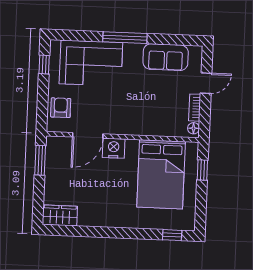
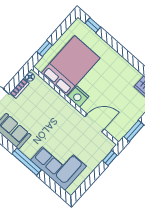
window: (44, 65) -> (110, 158), moved
armchair: (61, 108) -> (97, 152), removed
nightstand: (114, 148) -> (78, 96), moved

